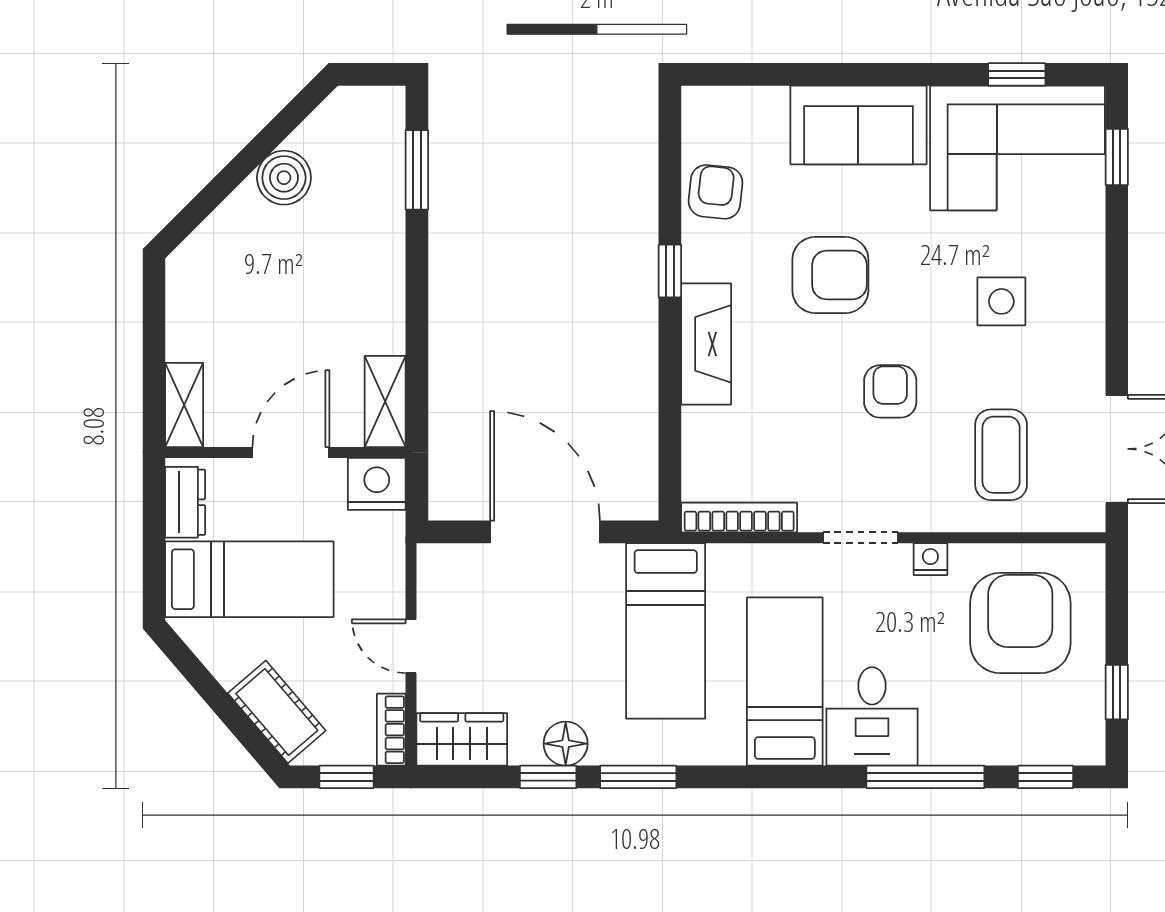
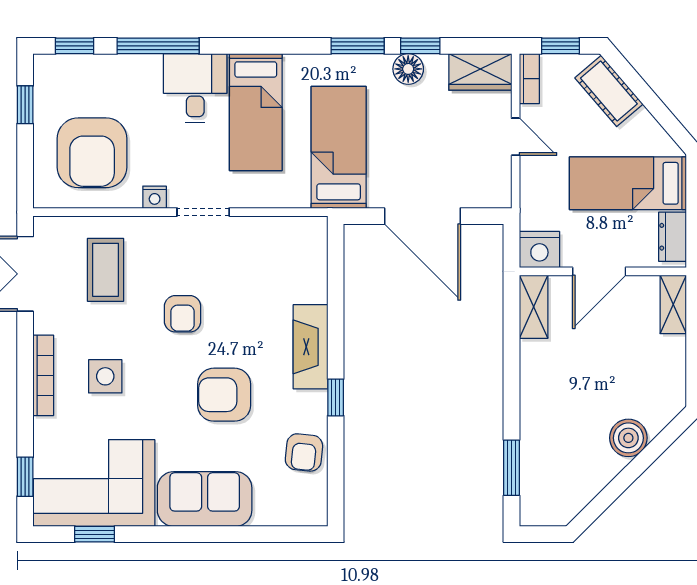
boiler: (284, 178) -> (628, 438), moved
bookcase: (739, 518) -> (43, 375), moved, turned -90

